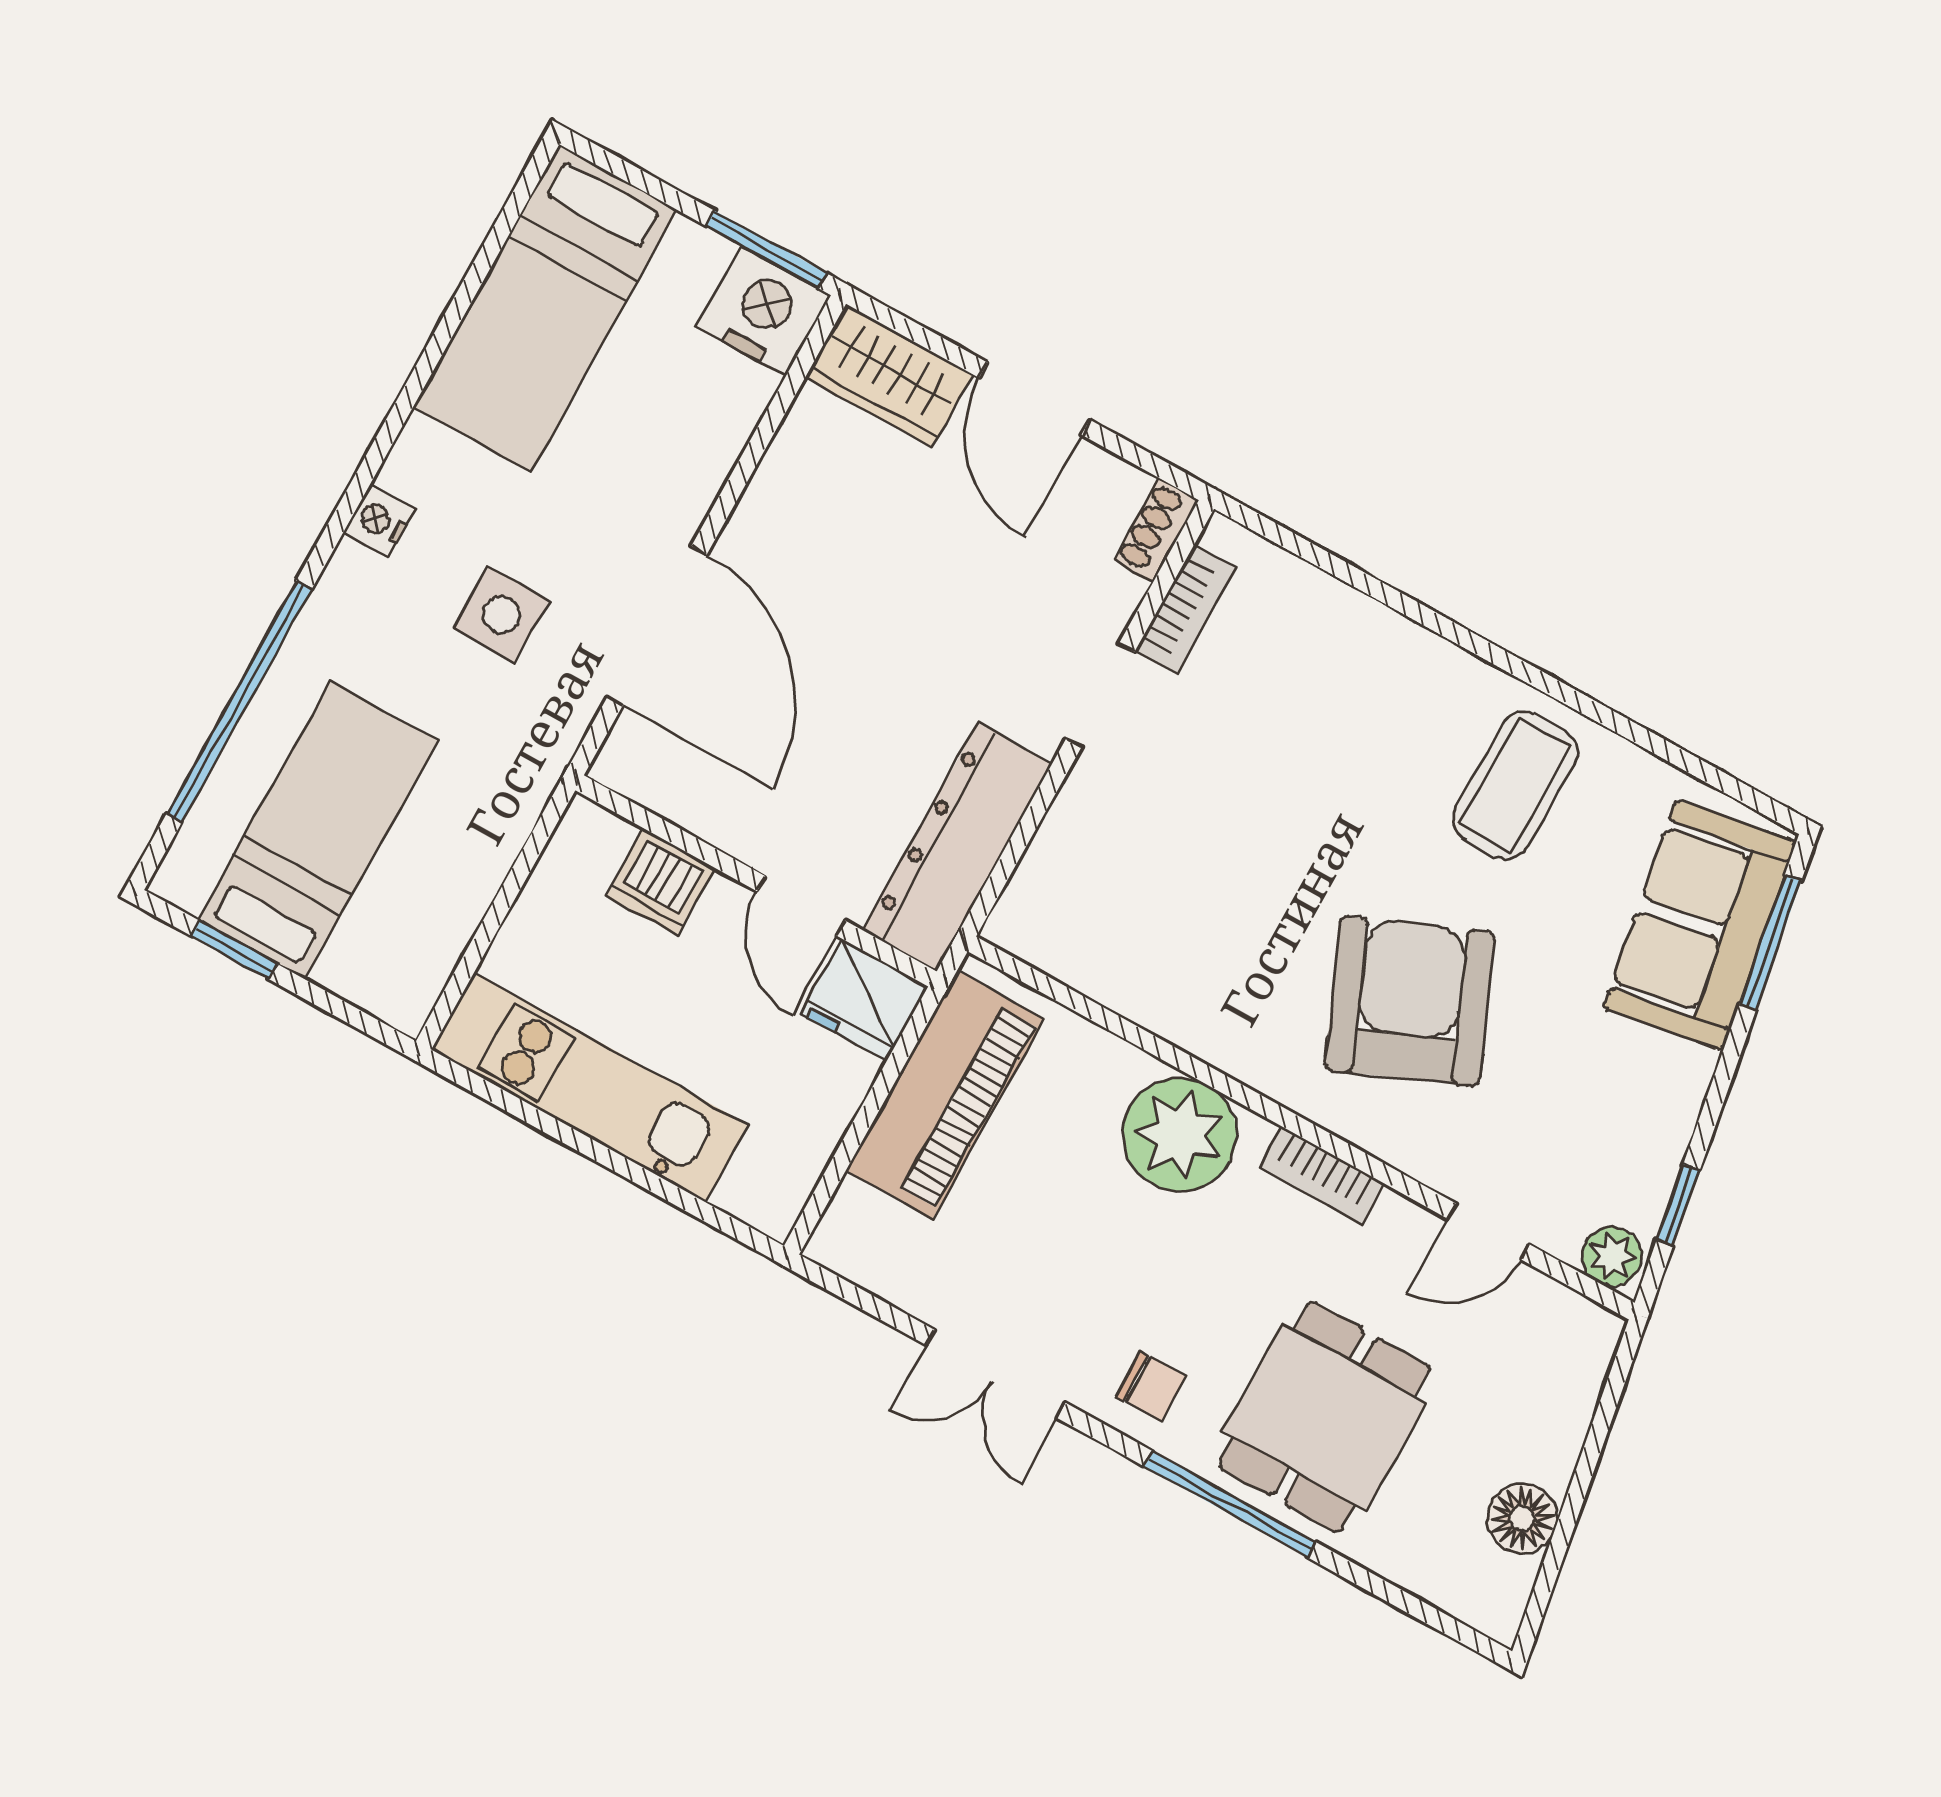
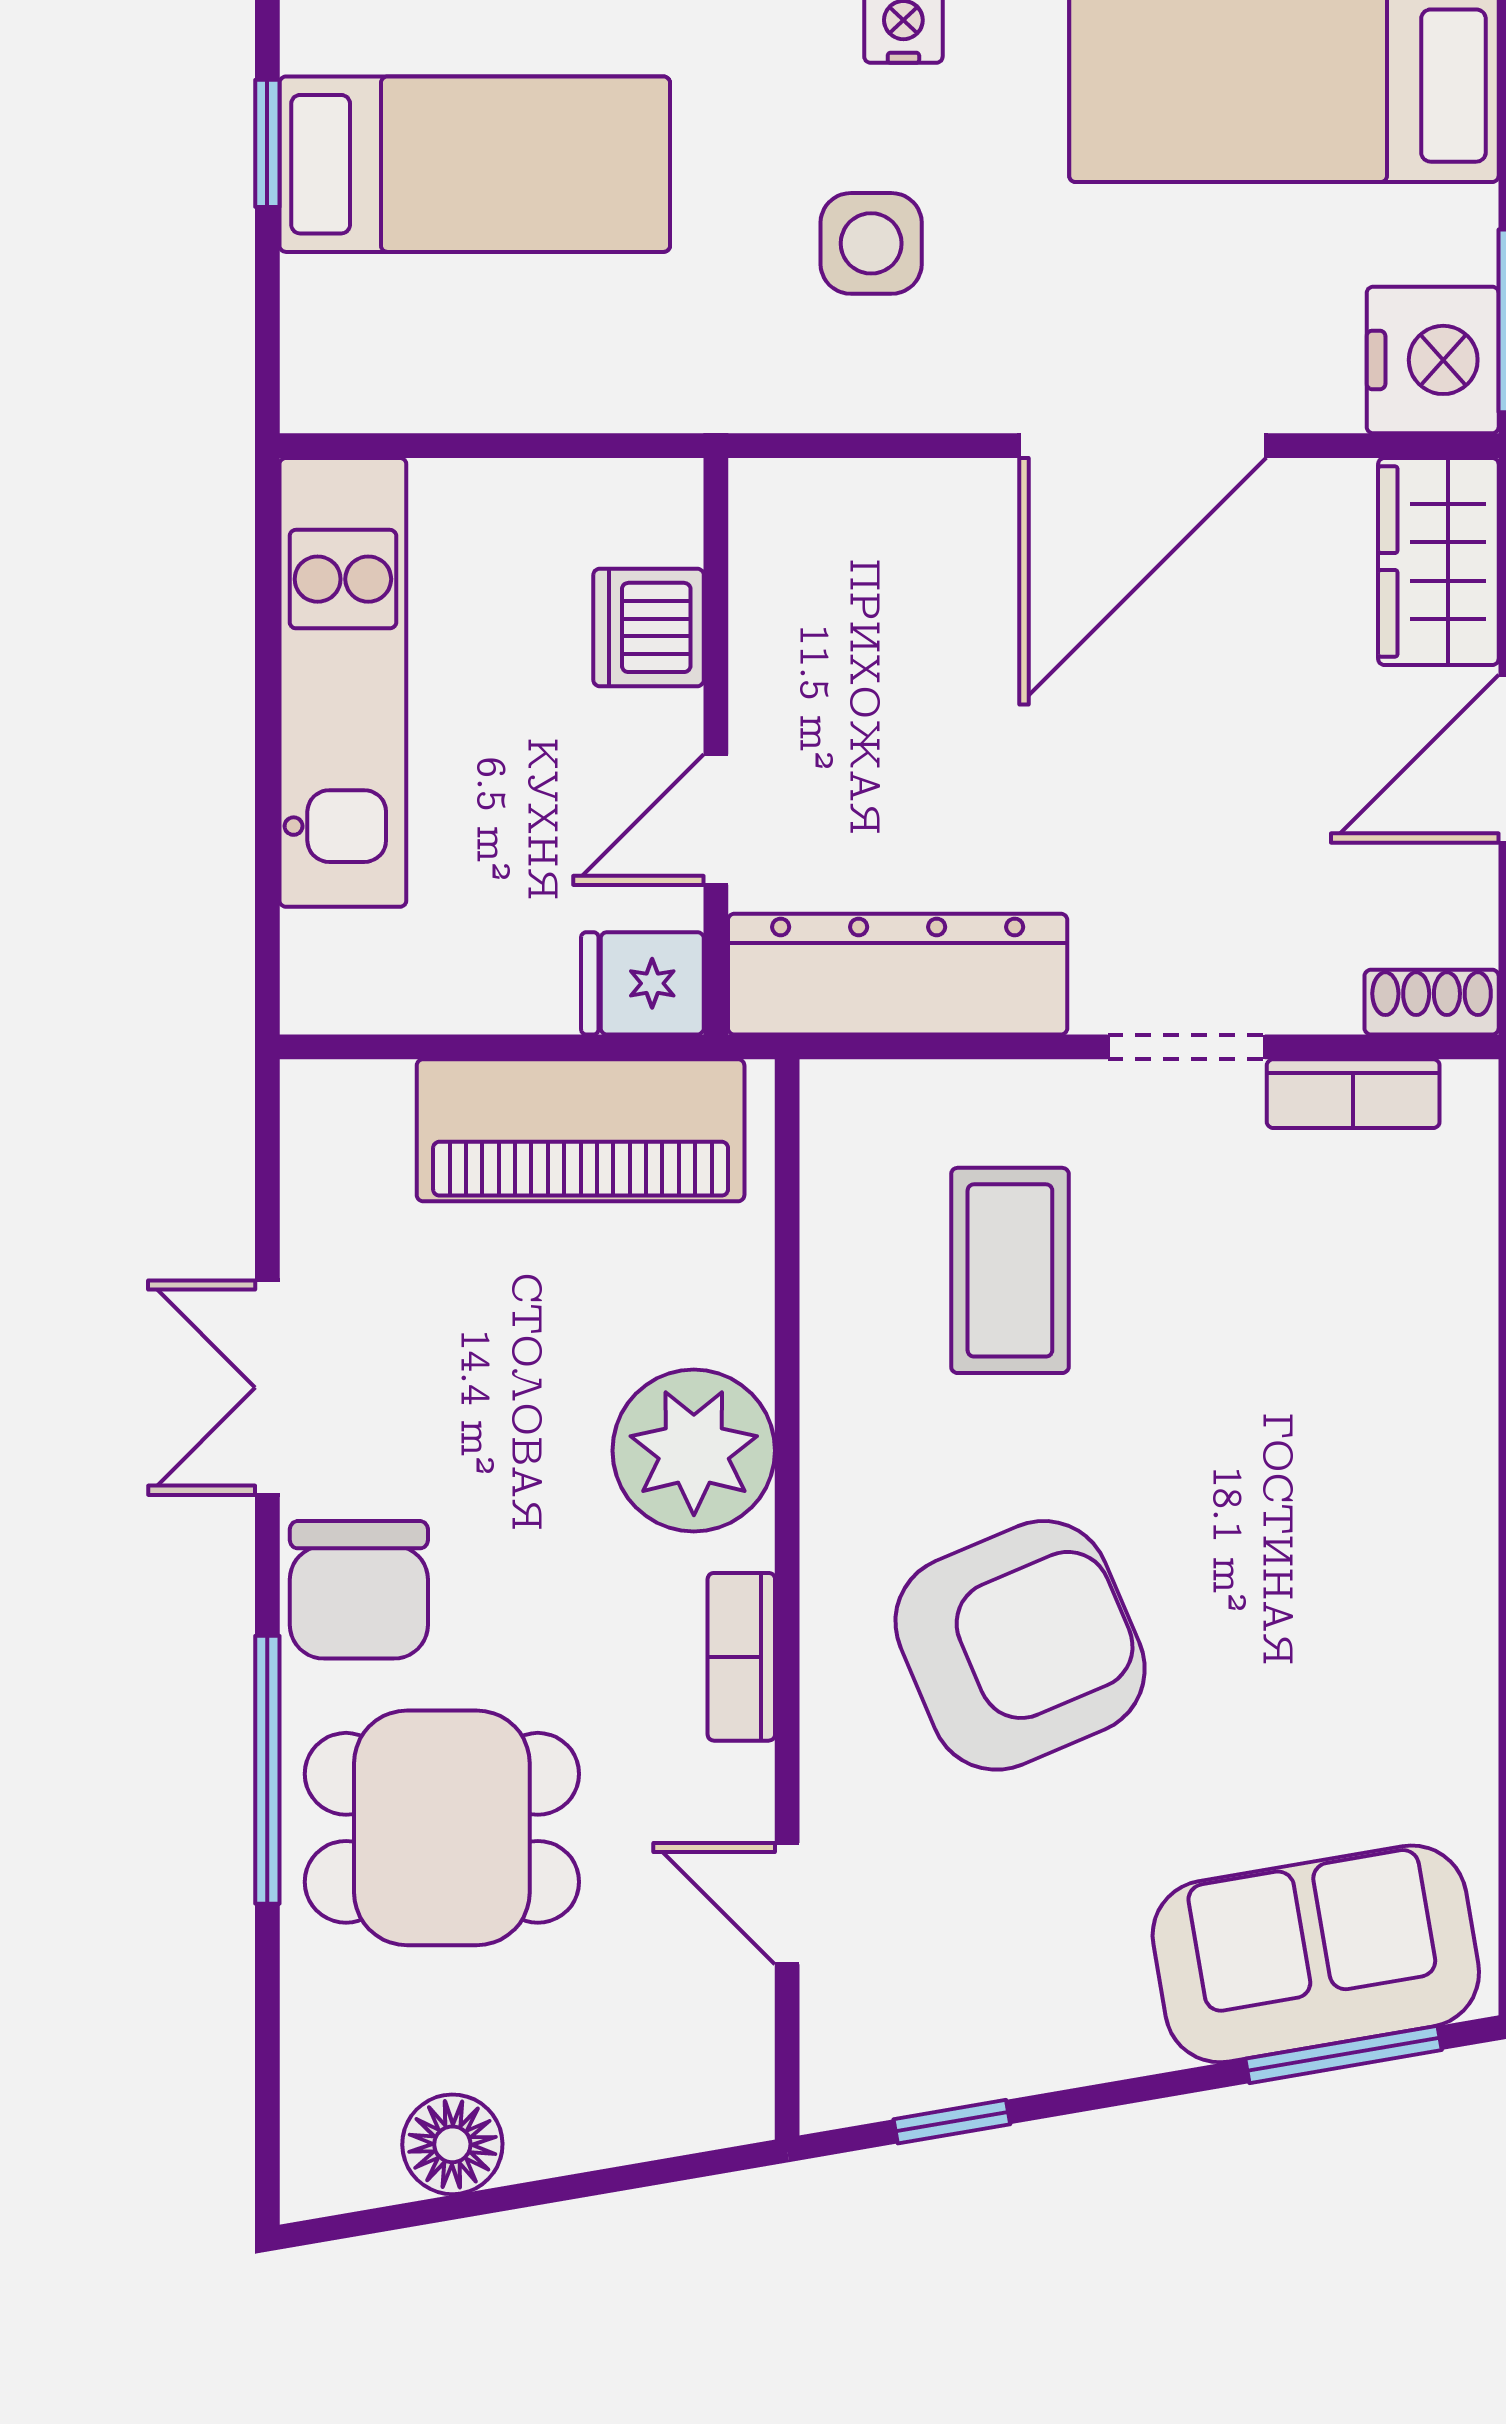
door: (657, 626) -> (1143, 446), moved
coffee table: (1515, 785) -> (1010, 1270), moved, turned 90
fridge: (864, 1000) -> (642, 983), width x0.72
plant: (1612, 1256) -> (842, 2075), removed
chair: (1151, 1387) -> (359, 1590), width x1.87, depth x1.87

